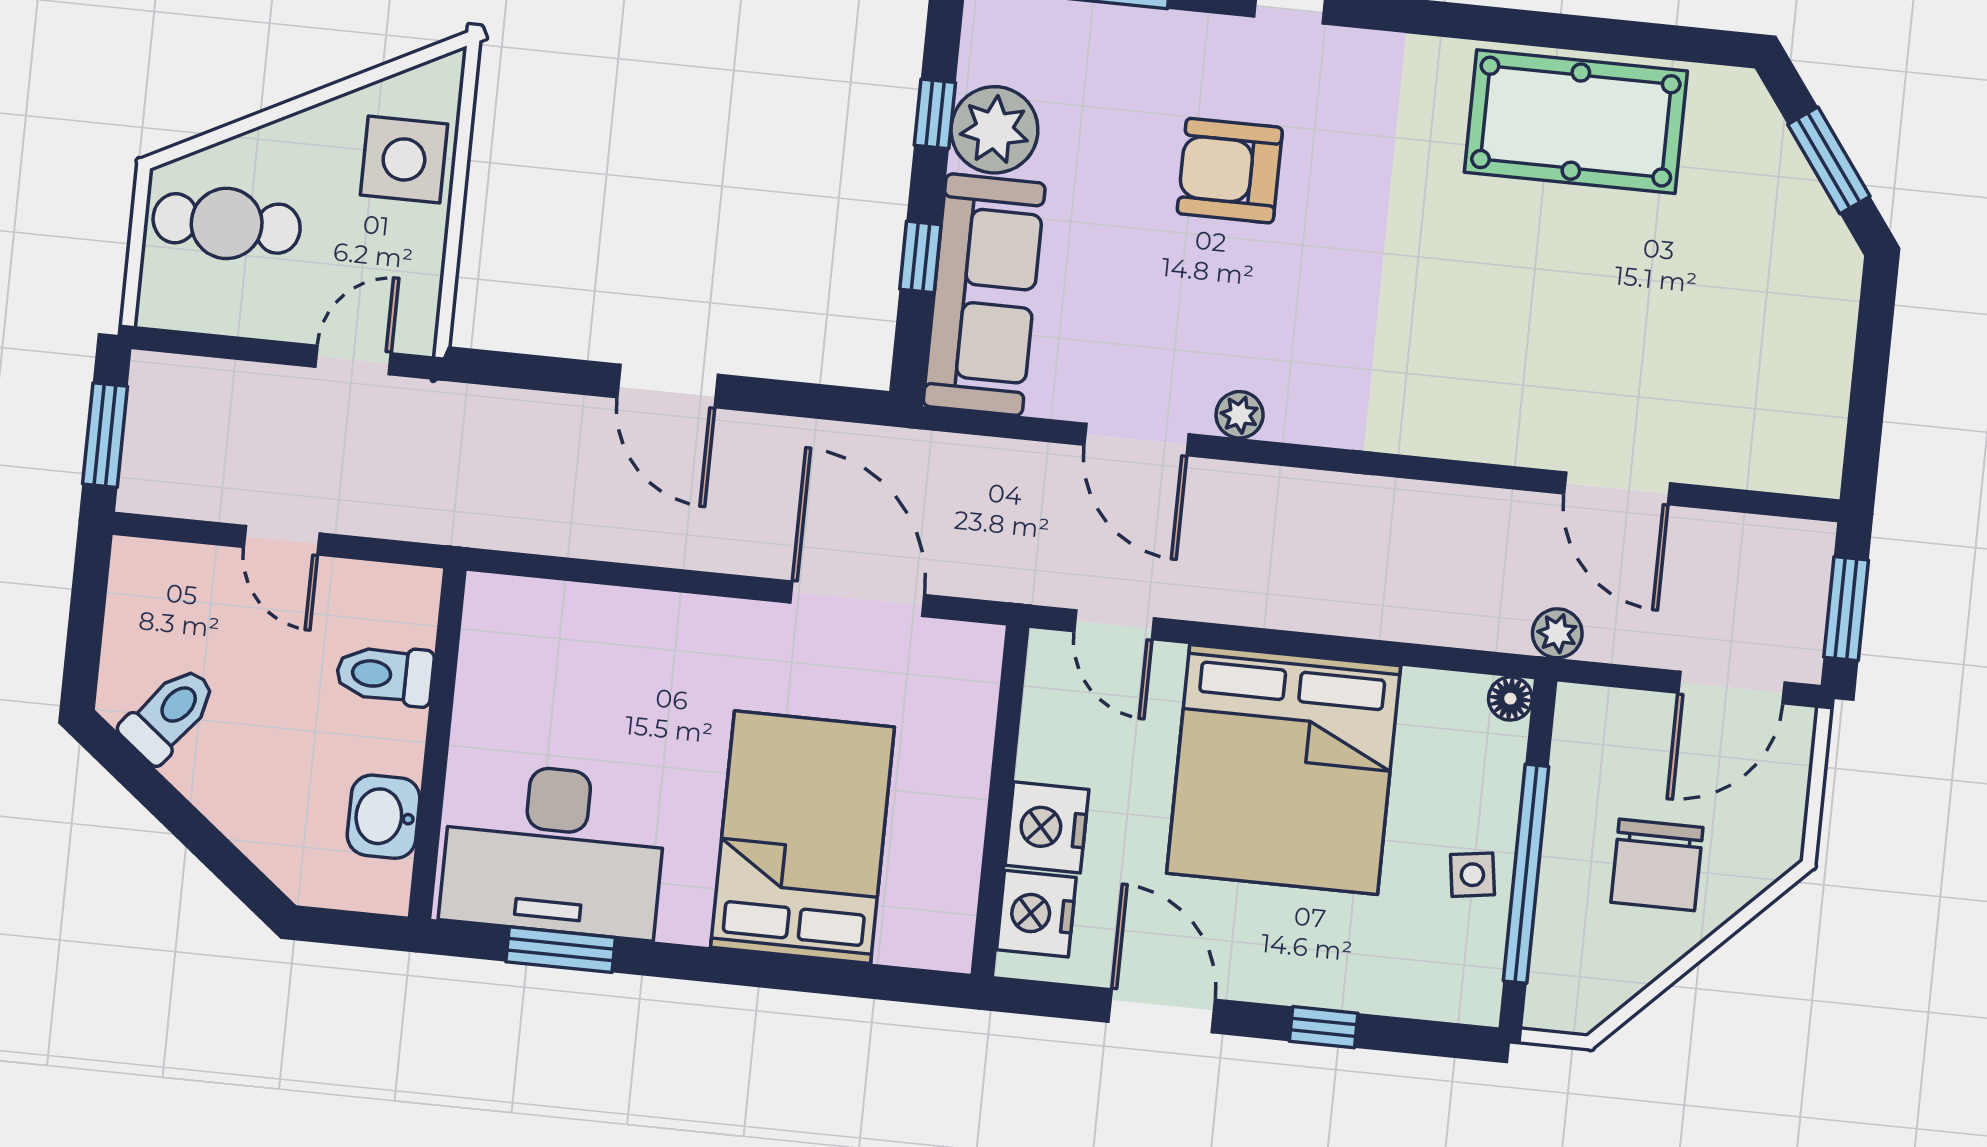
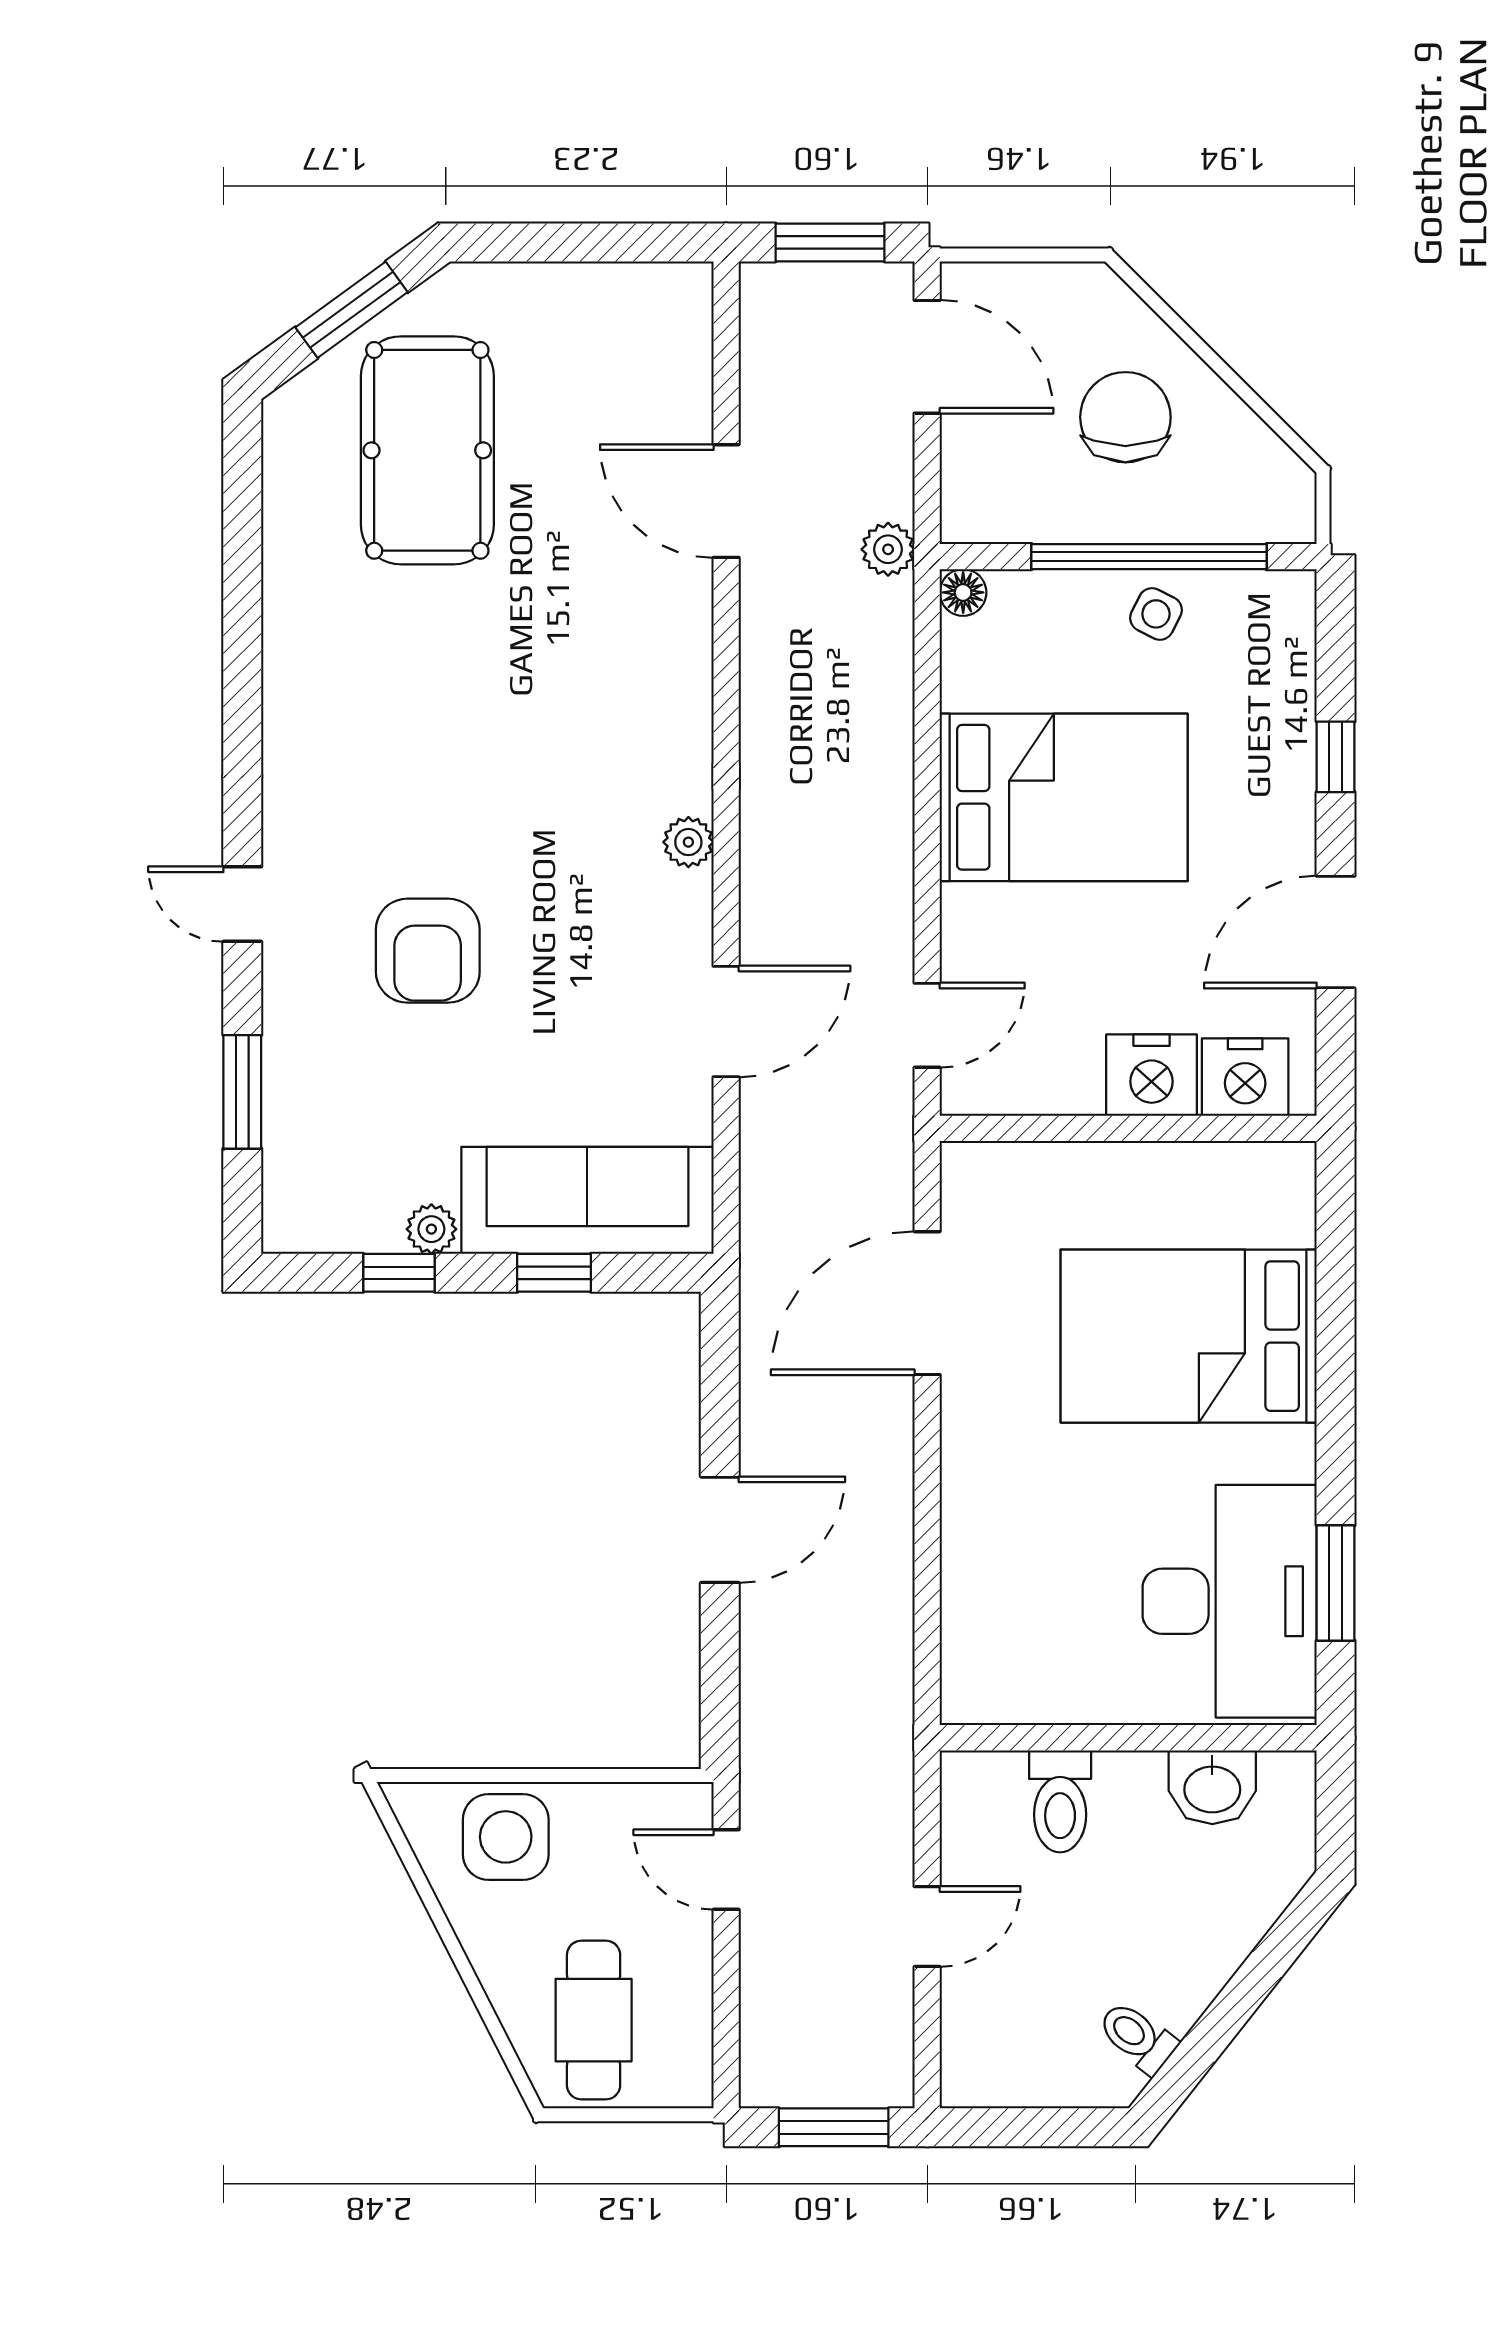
pool table: (1576, 122) -> (427, 450), moved
plant: (994, 130) -> (431, 1229), width x0.53, depth x0.53
plant: (1240, 415) -> (688, 842), moved
door: (1617, 488) -> (726, 501), swing flipped
toilet: (169, 714) -> (1137, 2037), width x0.73, depth x0.72
bed: (1284, 769) -> (1064, 797), width x0.73
chair: (1657, 865) -> (1125, 417), turned -90
side table: (1472, 875) -> (1156, 614), turned 35

